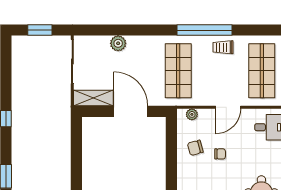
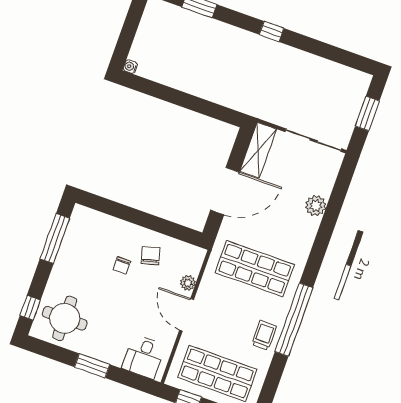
plant: (192, 114) -> (188, 283), moved
chair: (220, 154) -> (122, 265), moved

